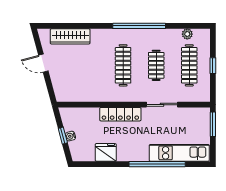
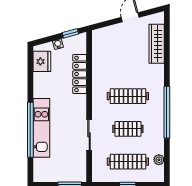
locker: (120, 114) -> (80, 74), moved
window: (63, 136) -> (70, 33), moved
fridge: (106, 152) -> (42, 61), moved
kitchen unit: (179, 153) -> (41, 128), moved

